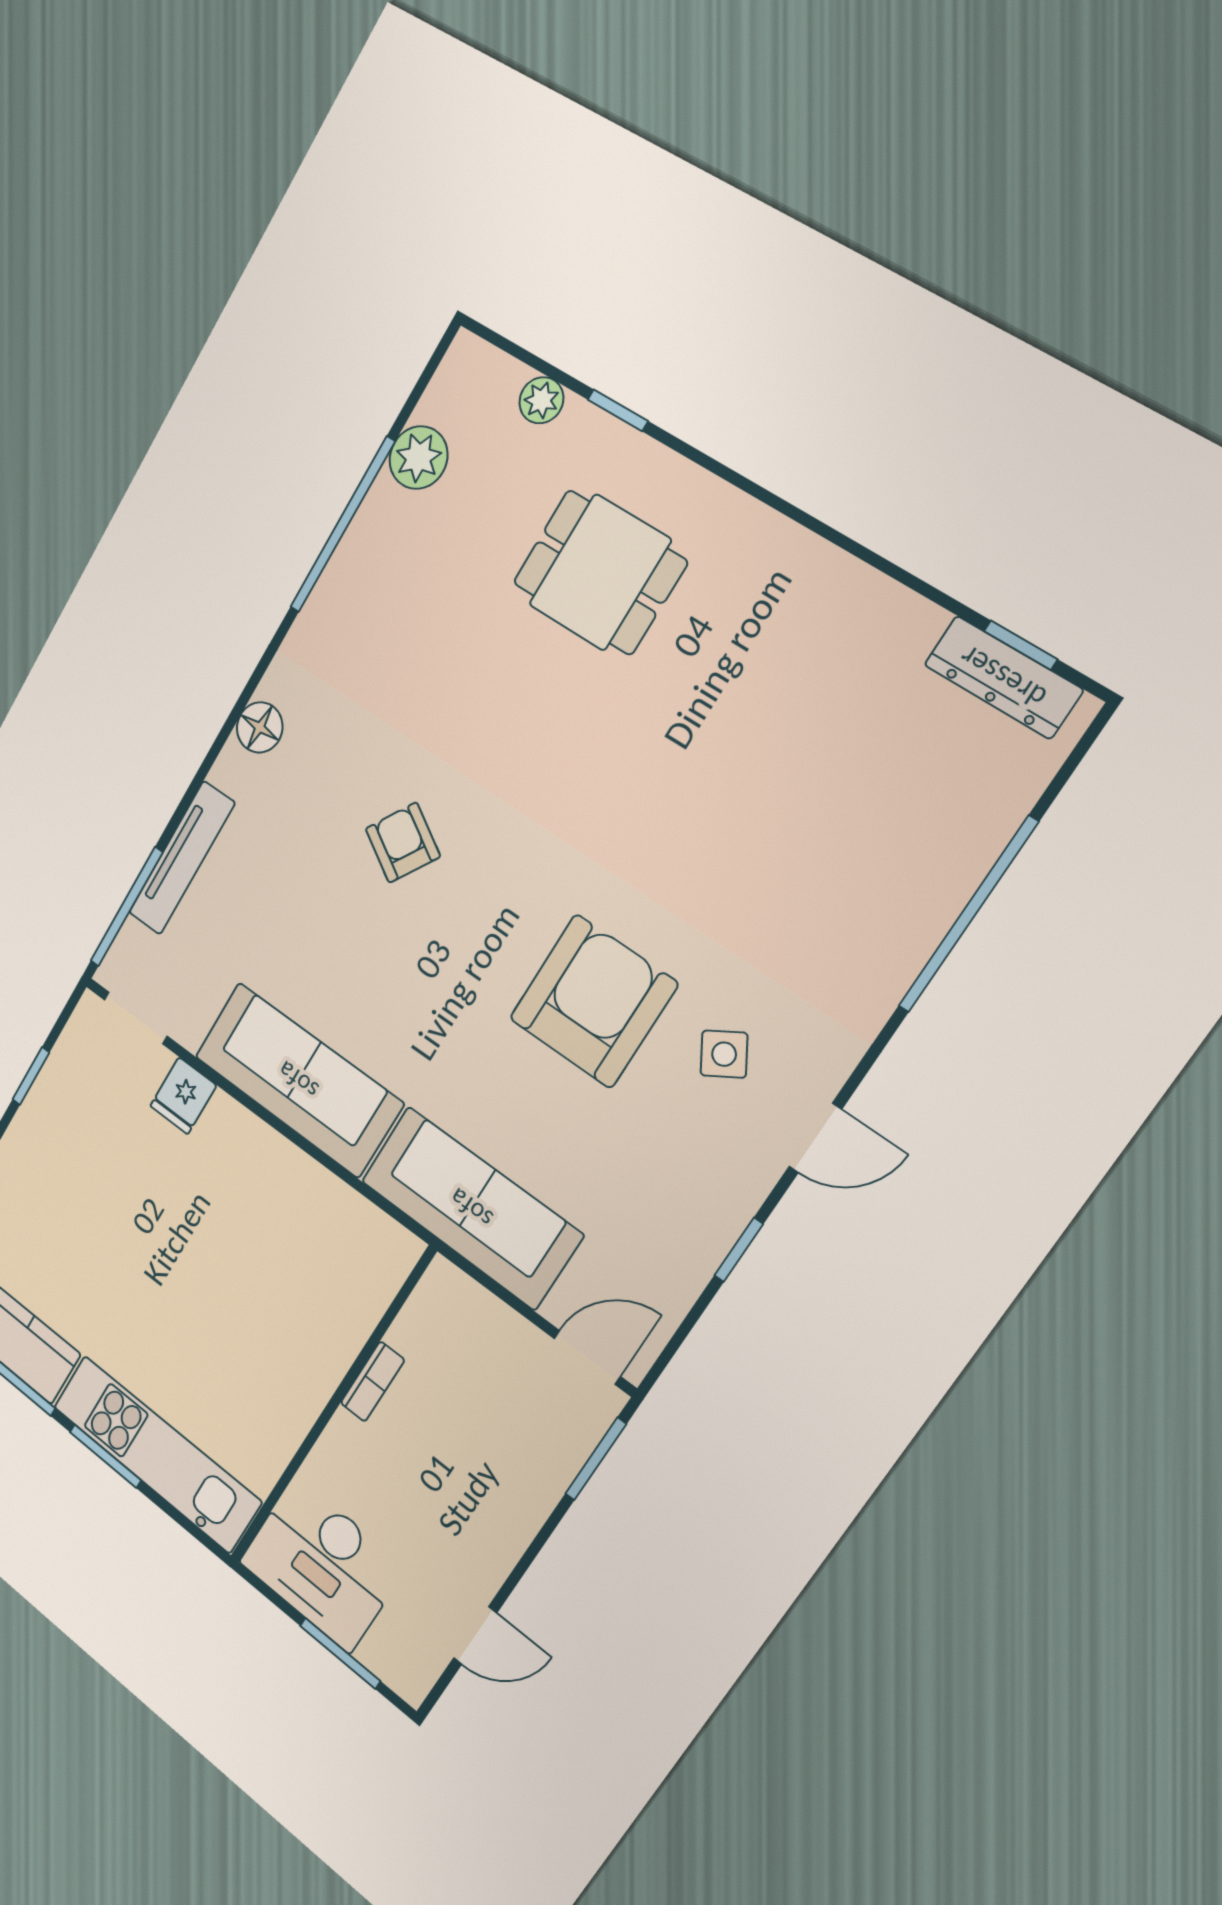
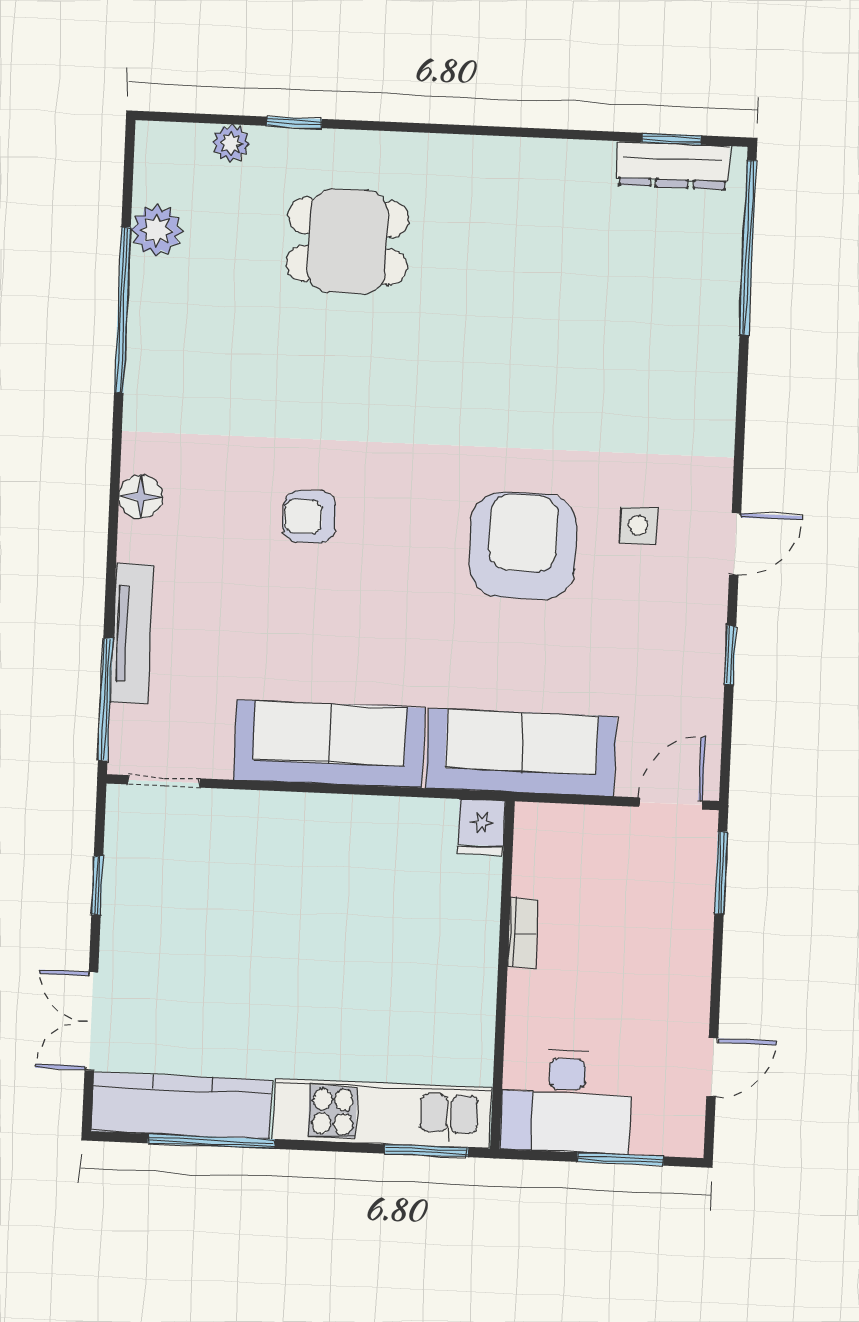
armchair: (403, 843) -> (309, 517), turned -32
window: (968, 915) -> (748, 248), moved
side table: (724, 1054) -> (638, 526), turned 31
fridge: (183, 1096) -> (481, 827), moved
window: (105, 1456) -> (426, 1151), moved

